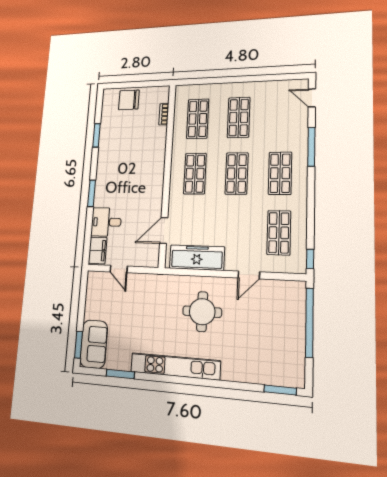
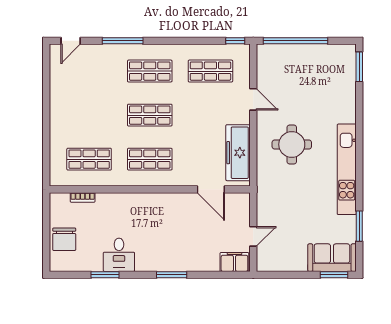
shop shelf: (239, 117) -> (89, 115), removed
desk: (106, 222) -> (119, 255), moved

